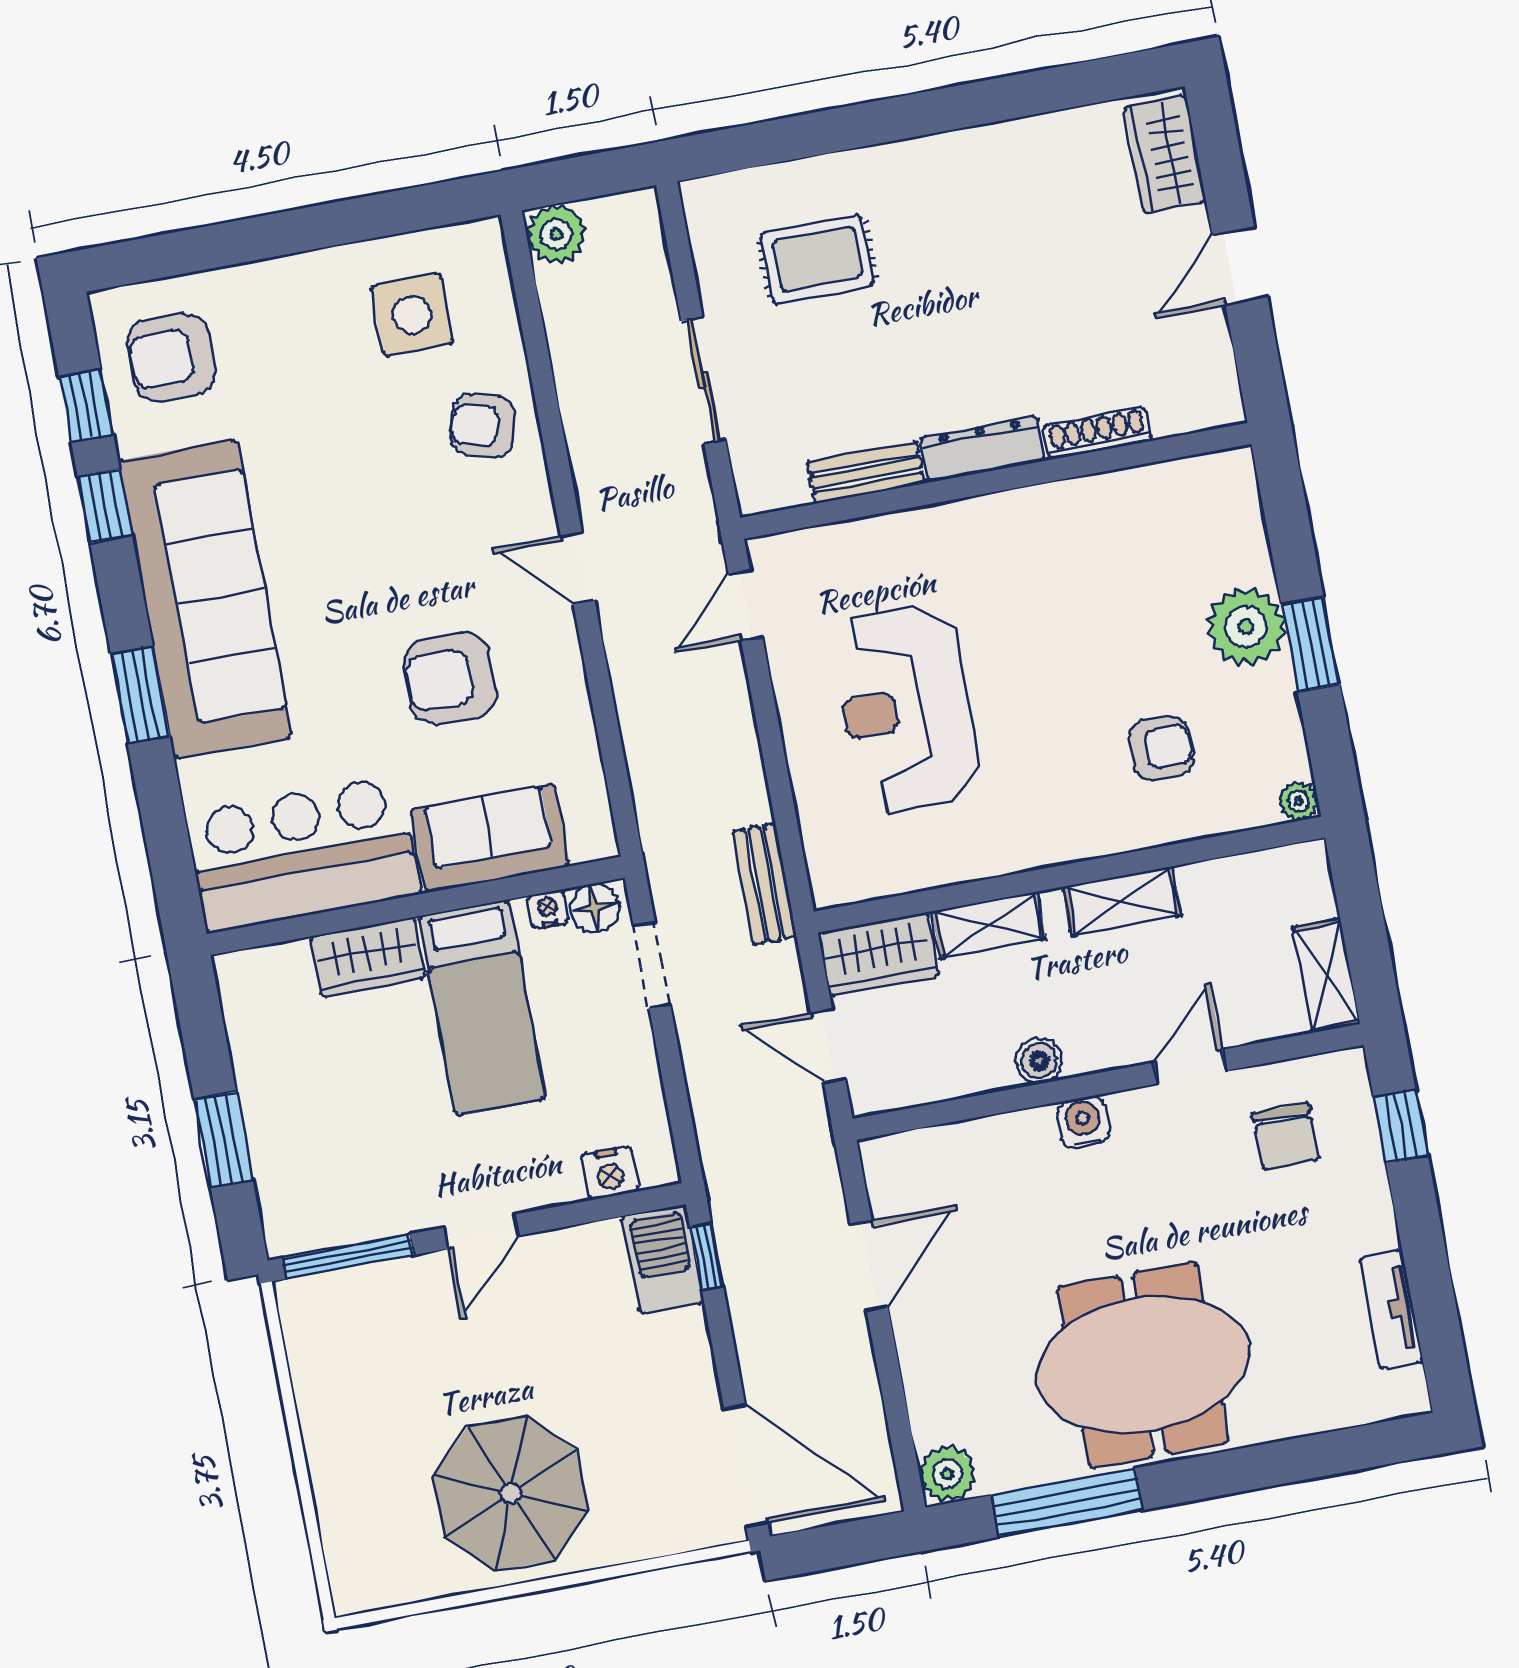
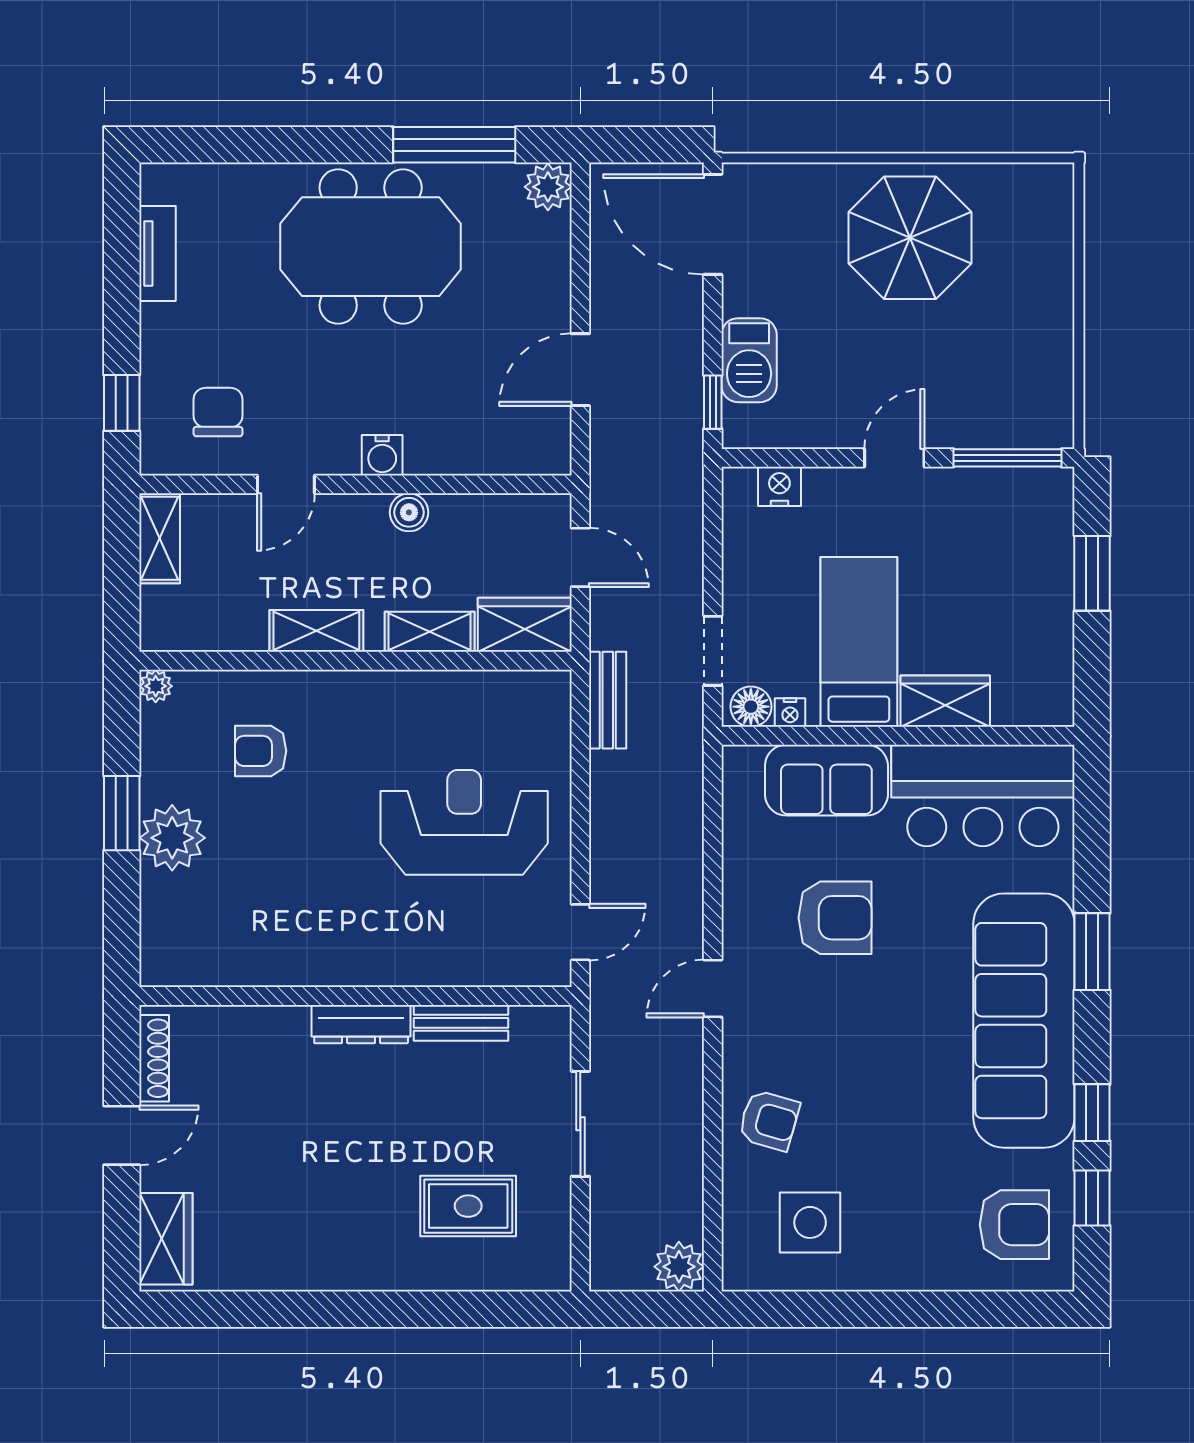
shoe rack: (1097, 433) -> (154, 1058), moved, turned -90
door: (578, 568) -> (713, 989), swing flipped
reception desk: (906, 709) -> (464, 822), turned -90
barbecue: (663, 1259) -> (749, 360), moved

